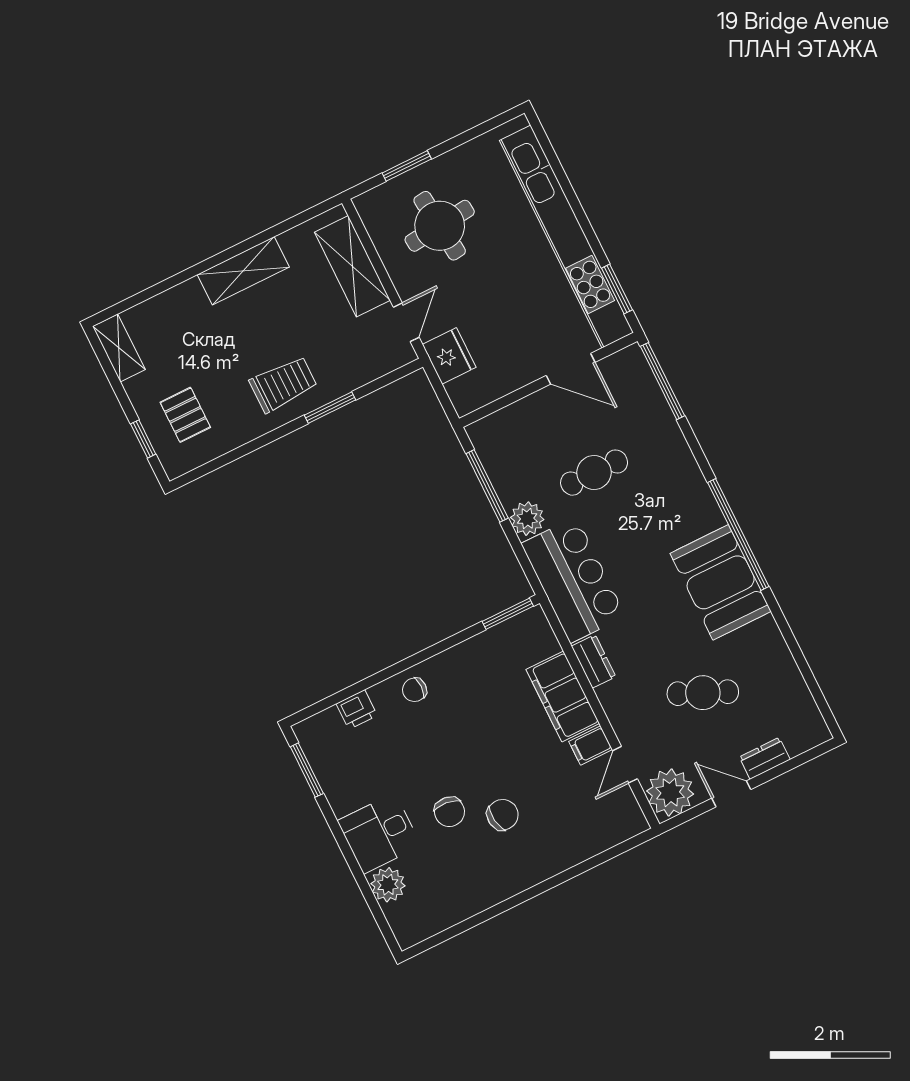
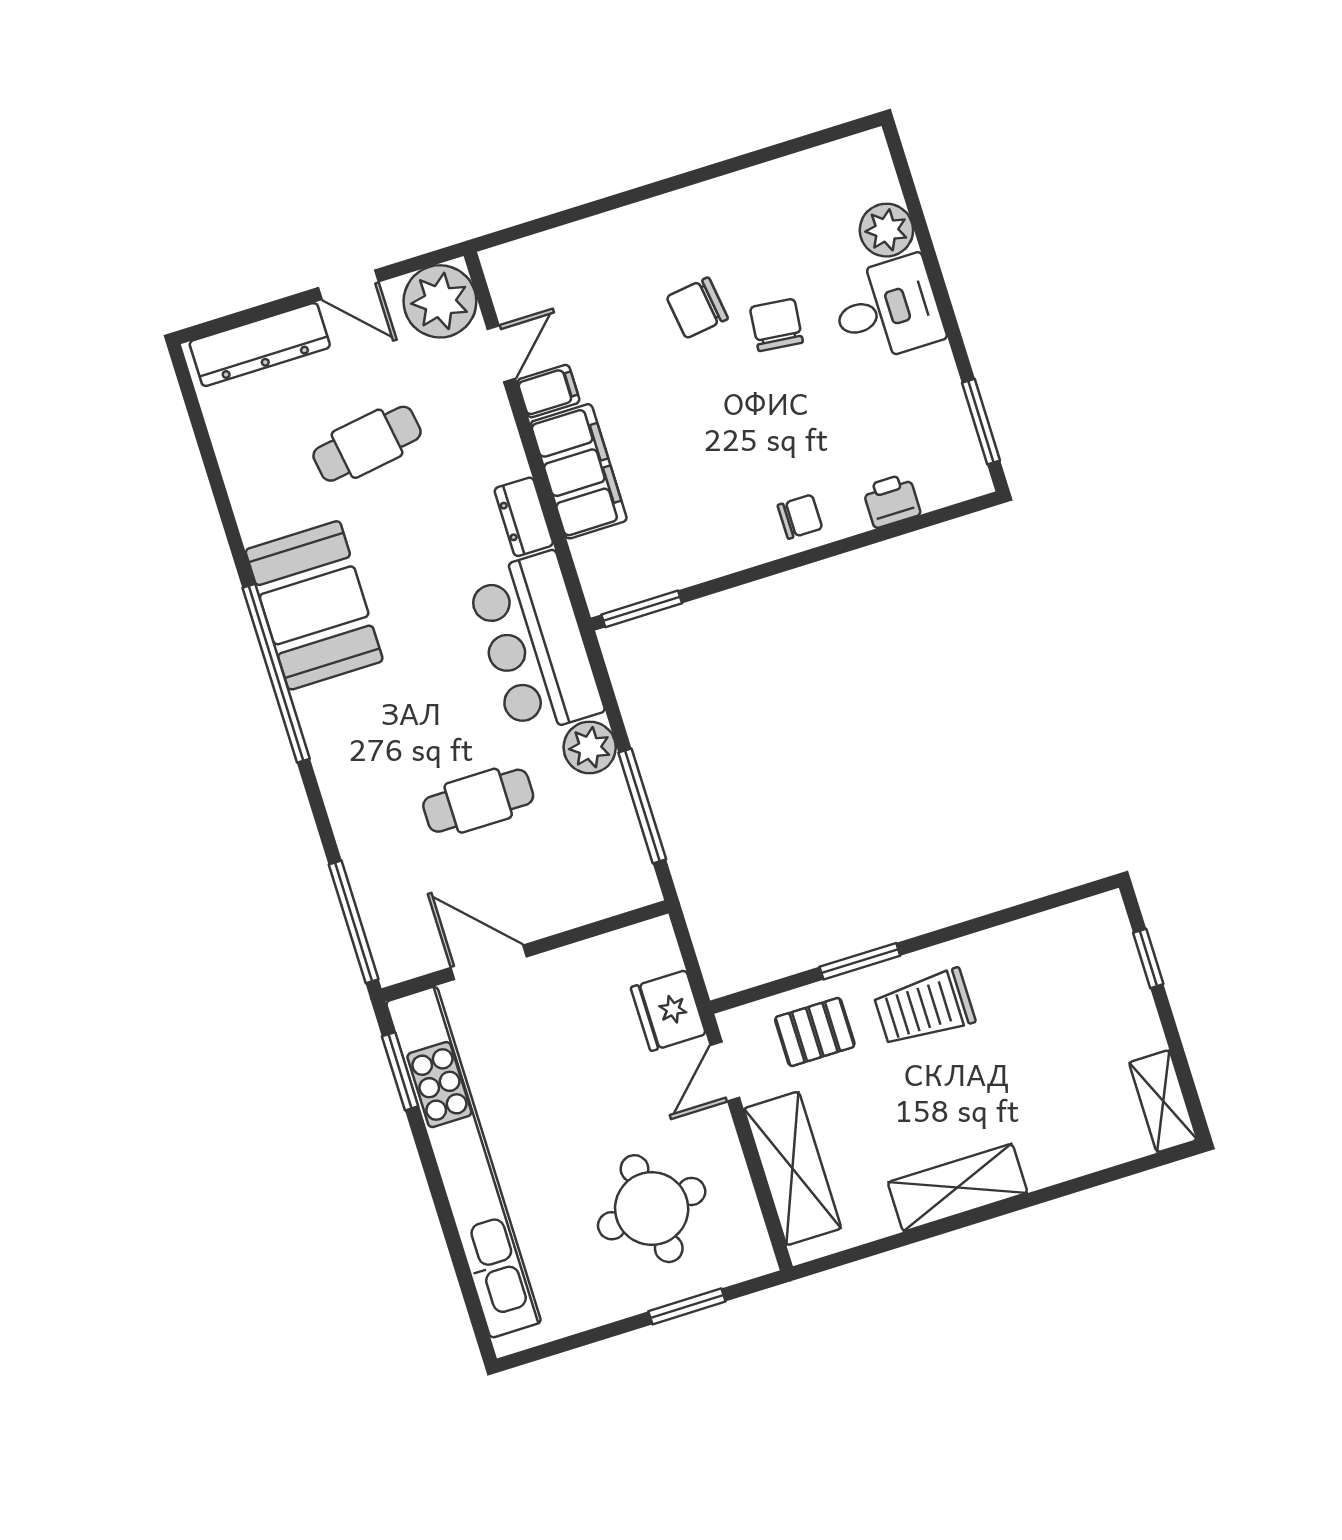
pallet: (185, 415) -> (815, 1032), moved, turned 90
cafe table: (703, 693) -> (367, 444), turned -33
dresser: (765, 758) -> (260, 345), width x1.96, depth x1.24

